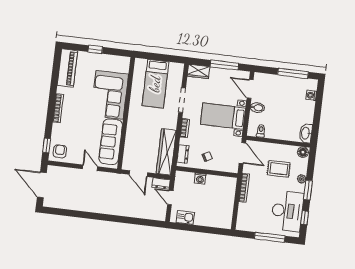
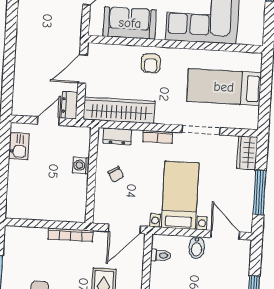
door: (250, 89) -> (225, 235), hinge flipped
armchair: (137, 130) -> (151, 63), added
sofa: (111, 142) -> (130, 23), width x0.73

